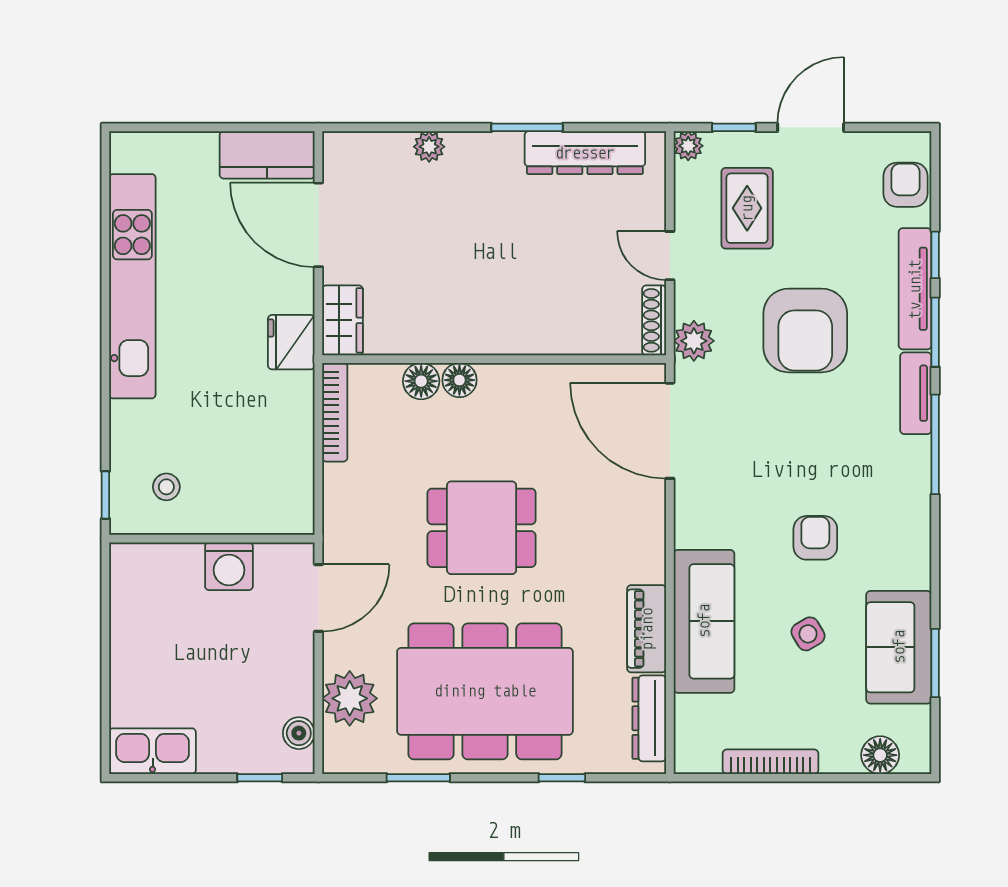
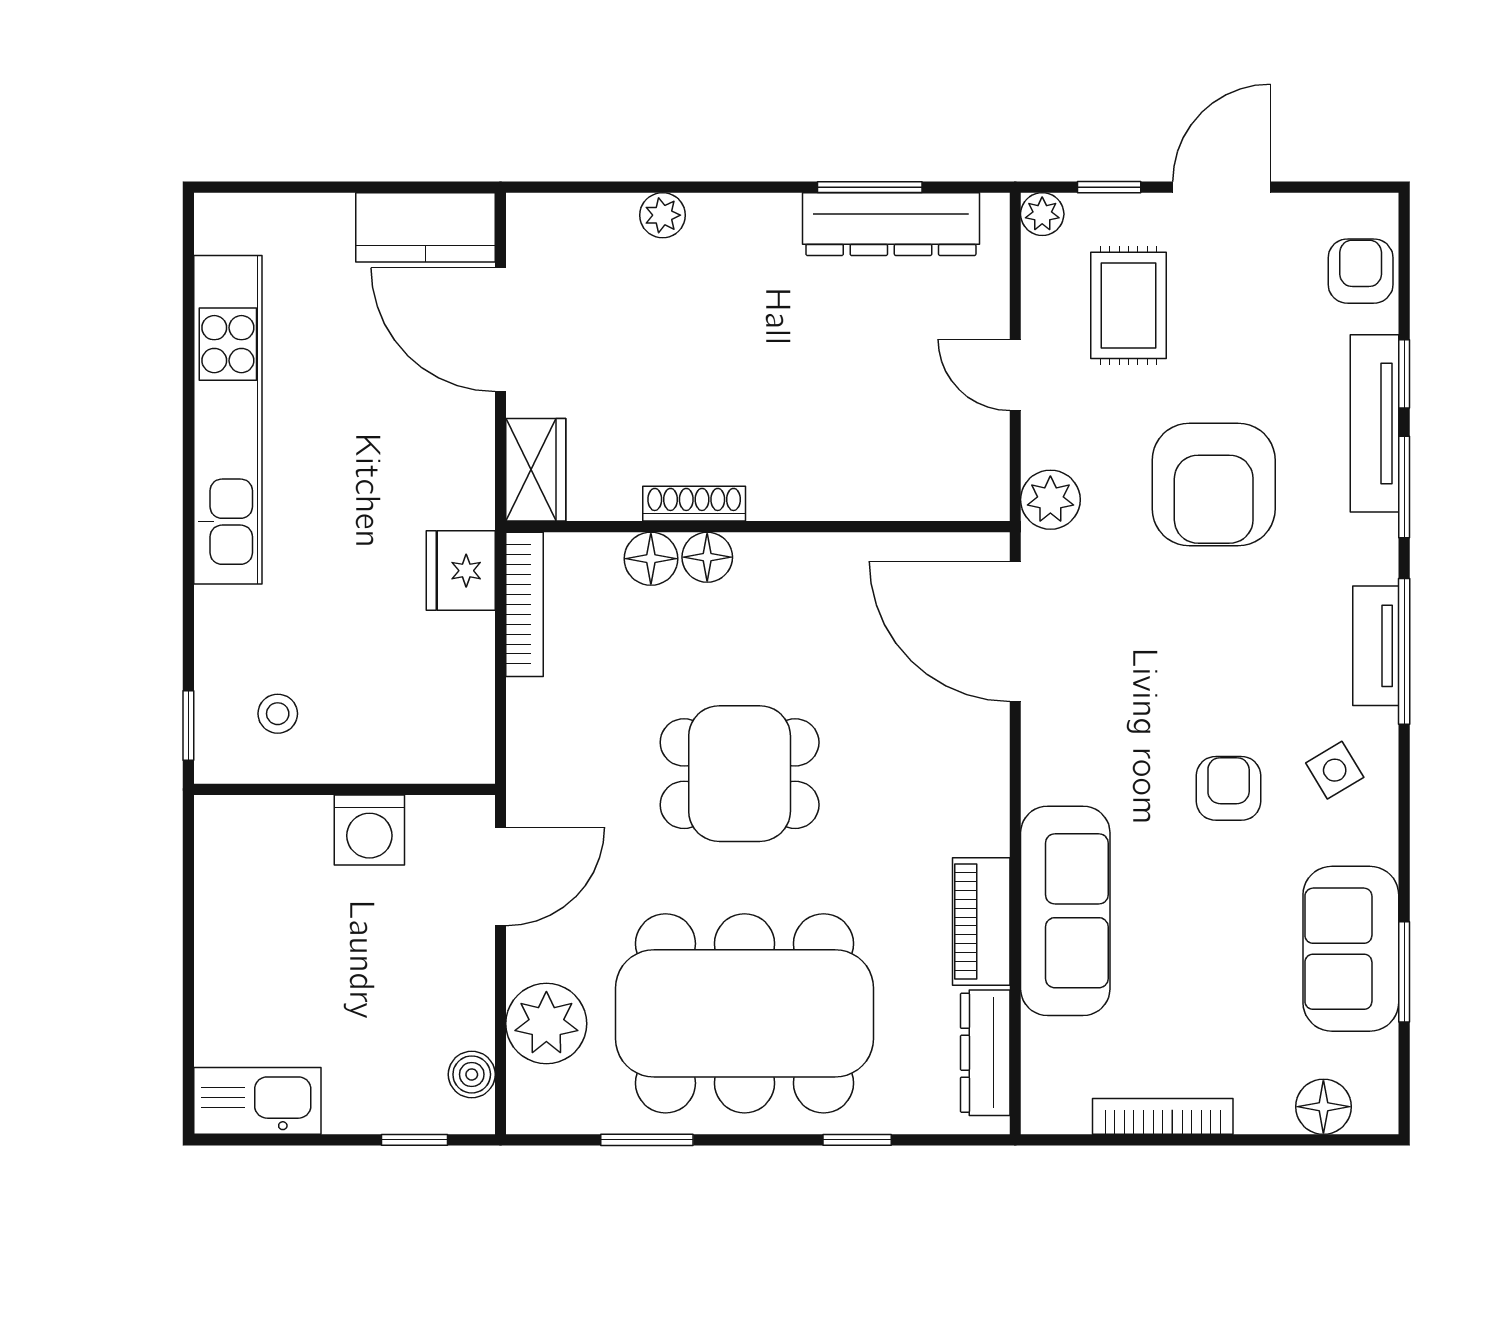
window: (527, 127) -> (870, 187), moved
shoe rack: (654, 320) -> (694, 504), moved, turned 90
fridge: (291, 342) -> (461, 571), moved
tv unit: (916, 393) -> (1376, 646), moved
side table: (808, 634) -> (1335, 770), moved

